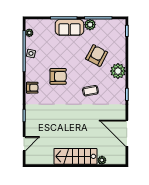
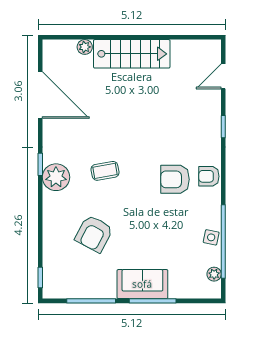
plant: (90, 25) -> (106, 289), removed
plant: (118, 71) -> (56, 177), moved
armchair: (58, 76) -> (175, 179), moved

